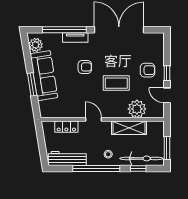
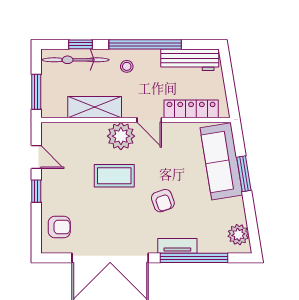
armchair: (85, 67) -> (163, 201), turned -109
armchair: (148, 70) -> (59, 227), moved, turned 180
sofa: (44, 76) -> (221, 161), moved
plant: (137, 109) -> (121, 136), moved
locker: (66, 127) -> (191, 109), width x1.53
window: (167, 148) -> (36, 92), moved

